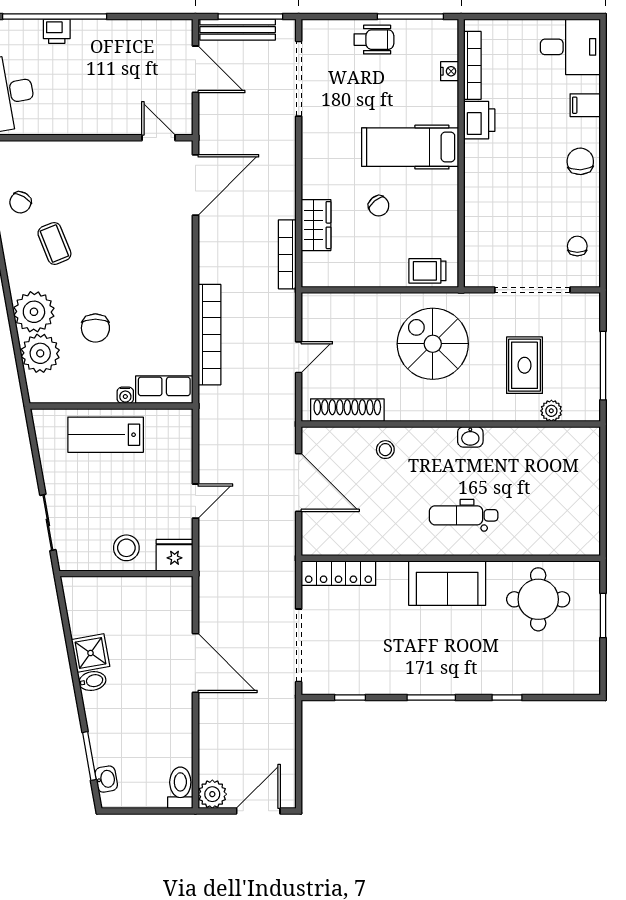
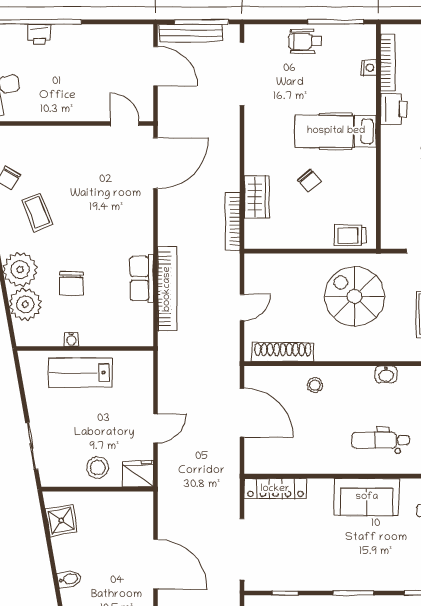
wheelchair: (374, 40) -> (305, 41), turned 180
row of seats: (164, 390) -> (142, 279), moved, turned -90
water cooler: (125, 395) -> (71, 340), moved
shower: (91, 653) -> (61, 521), moved

